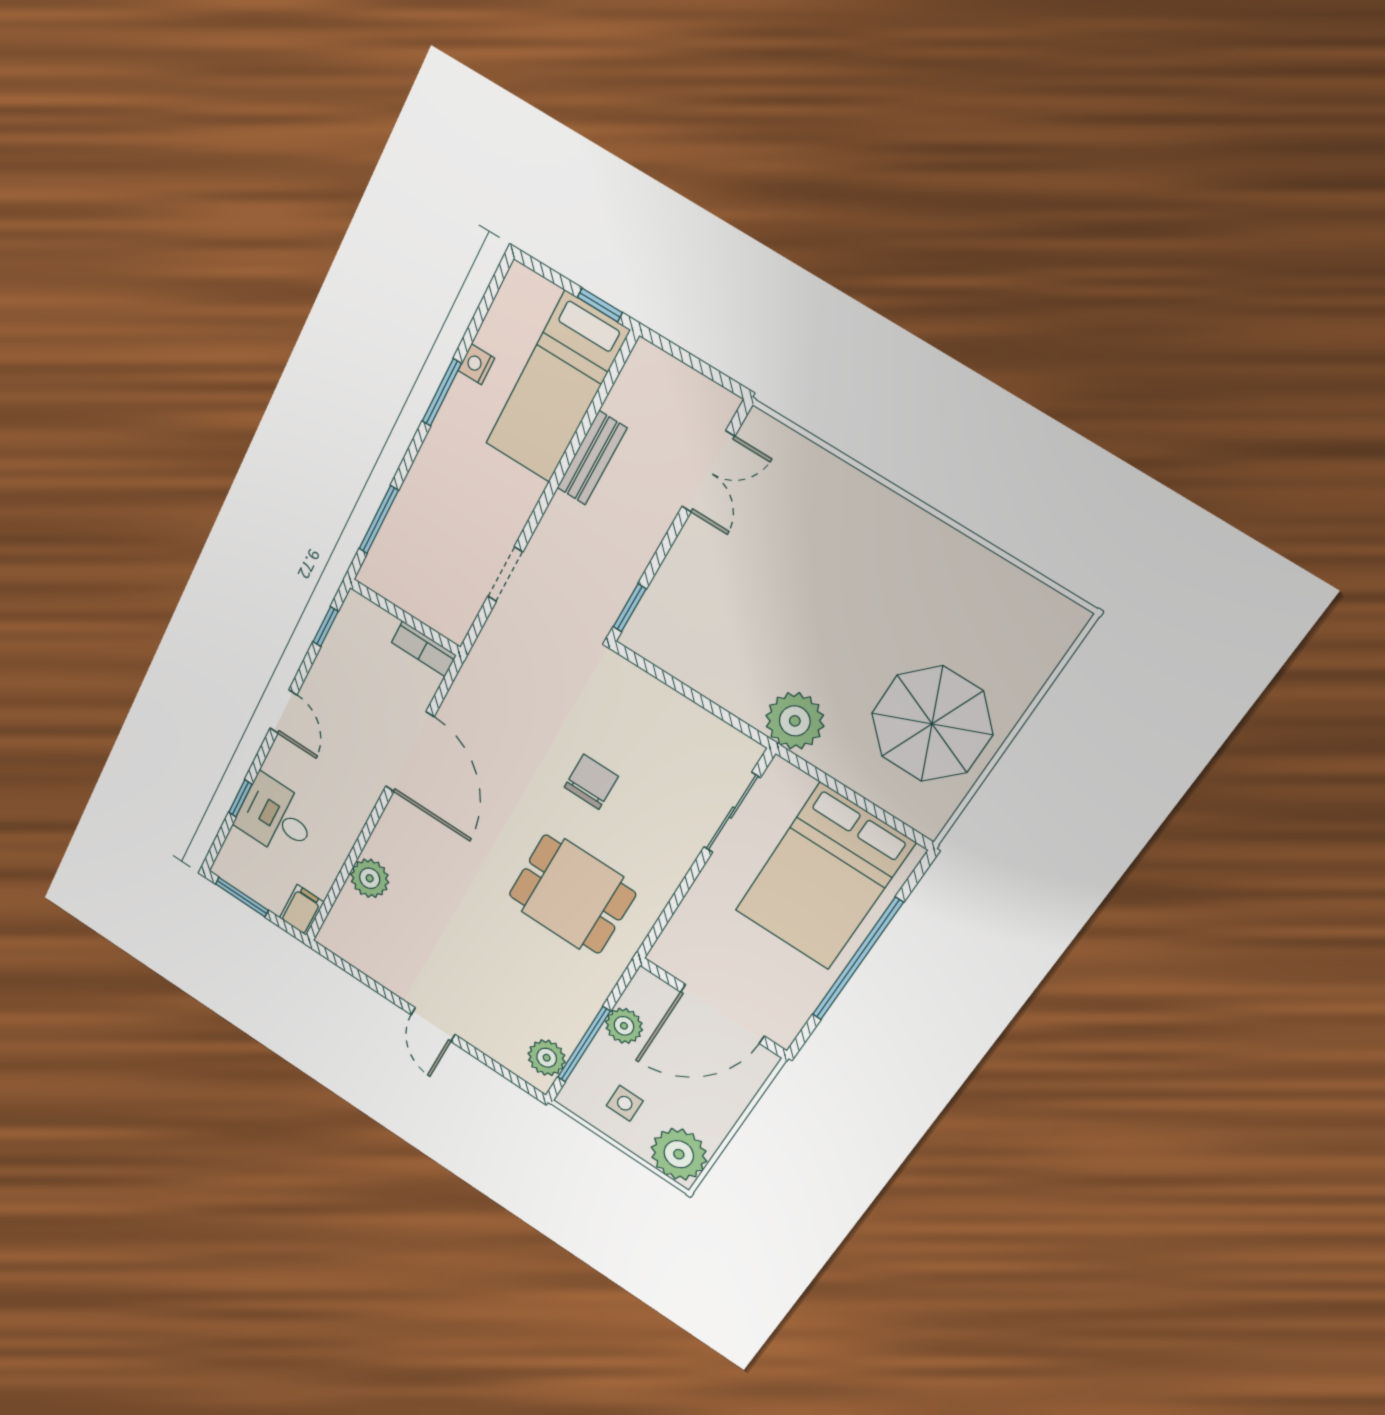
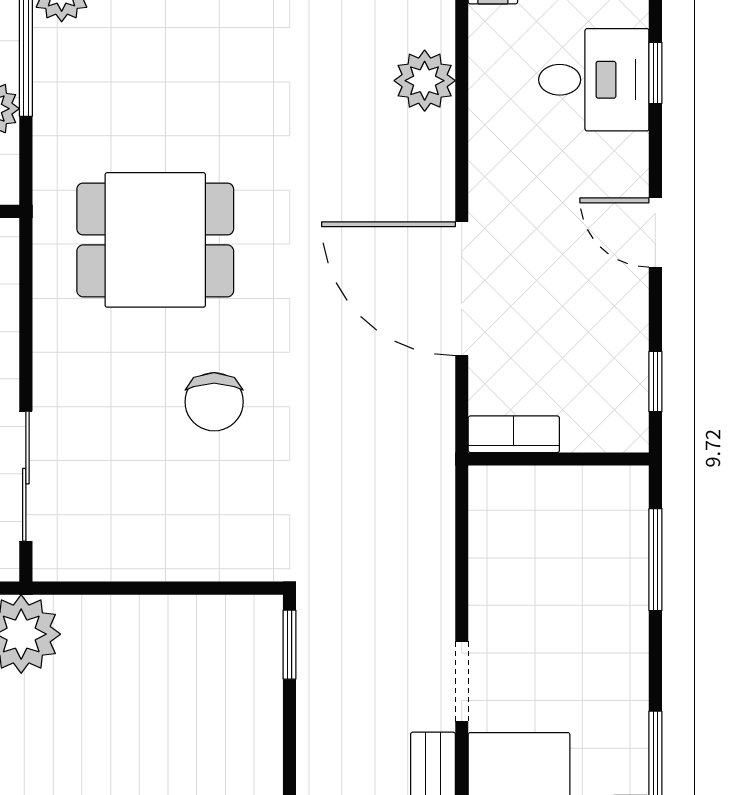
doorway: (505, 574) -> (462, 681), moved

